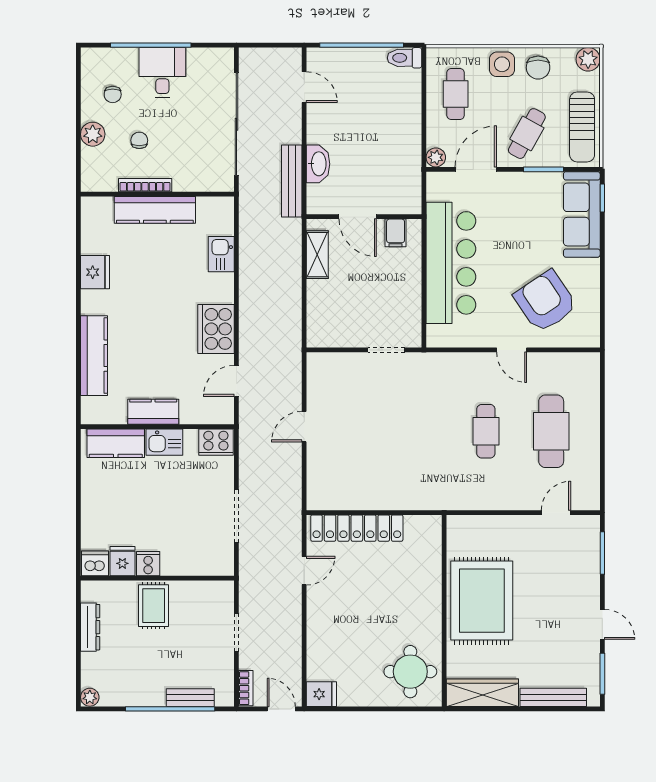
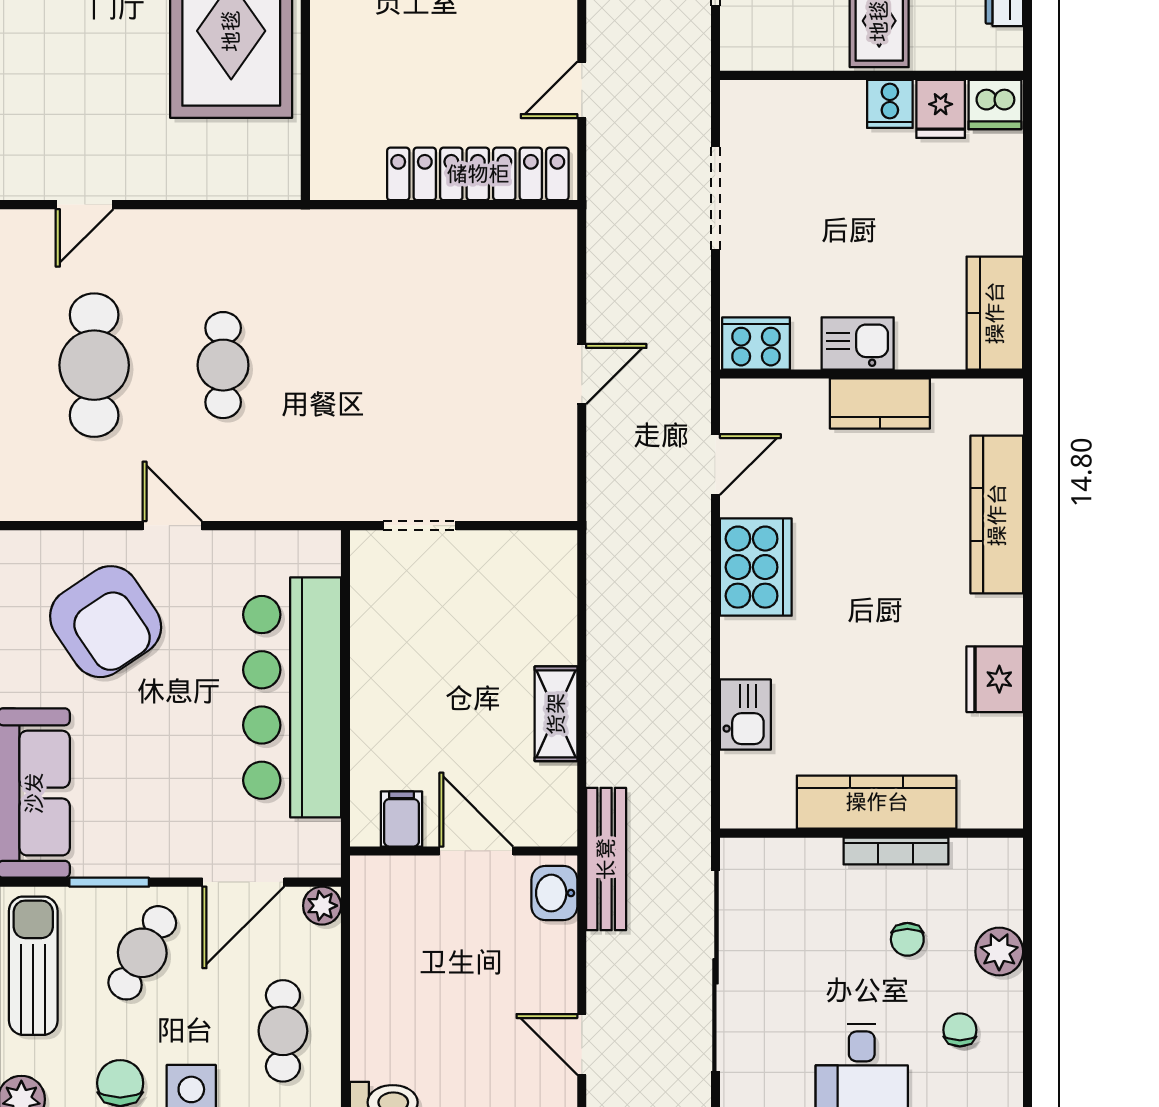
washbasin: (318, 164) -> (554, 893), width x0.72
door: (358, 217) -> (476, 851), moved
wall: (364, 217) -> (464, 851), moved
filing cabinet: (396, 233) -> (401, 819), moved
kitchen counter: (116, 443) -> (995, 313), moved, turned -90

